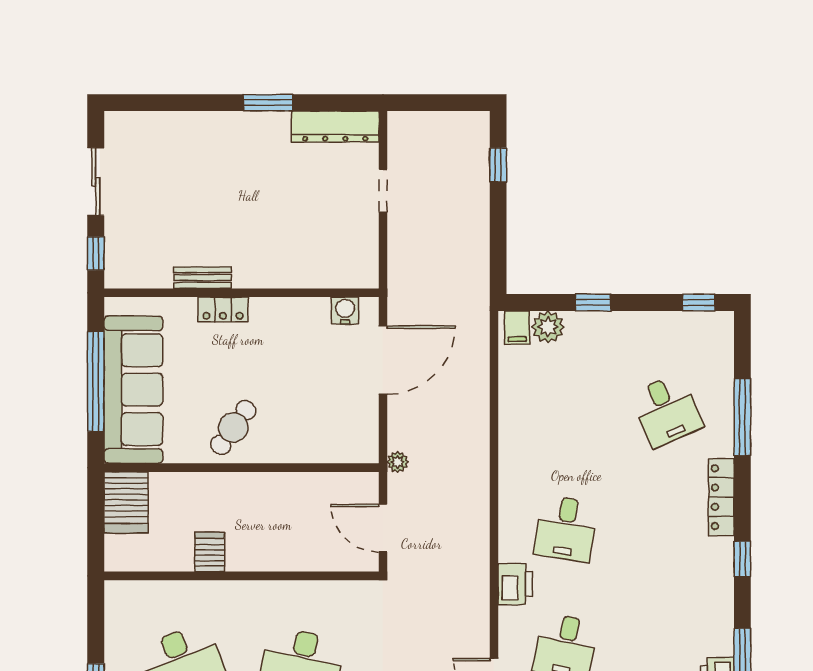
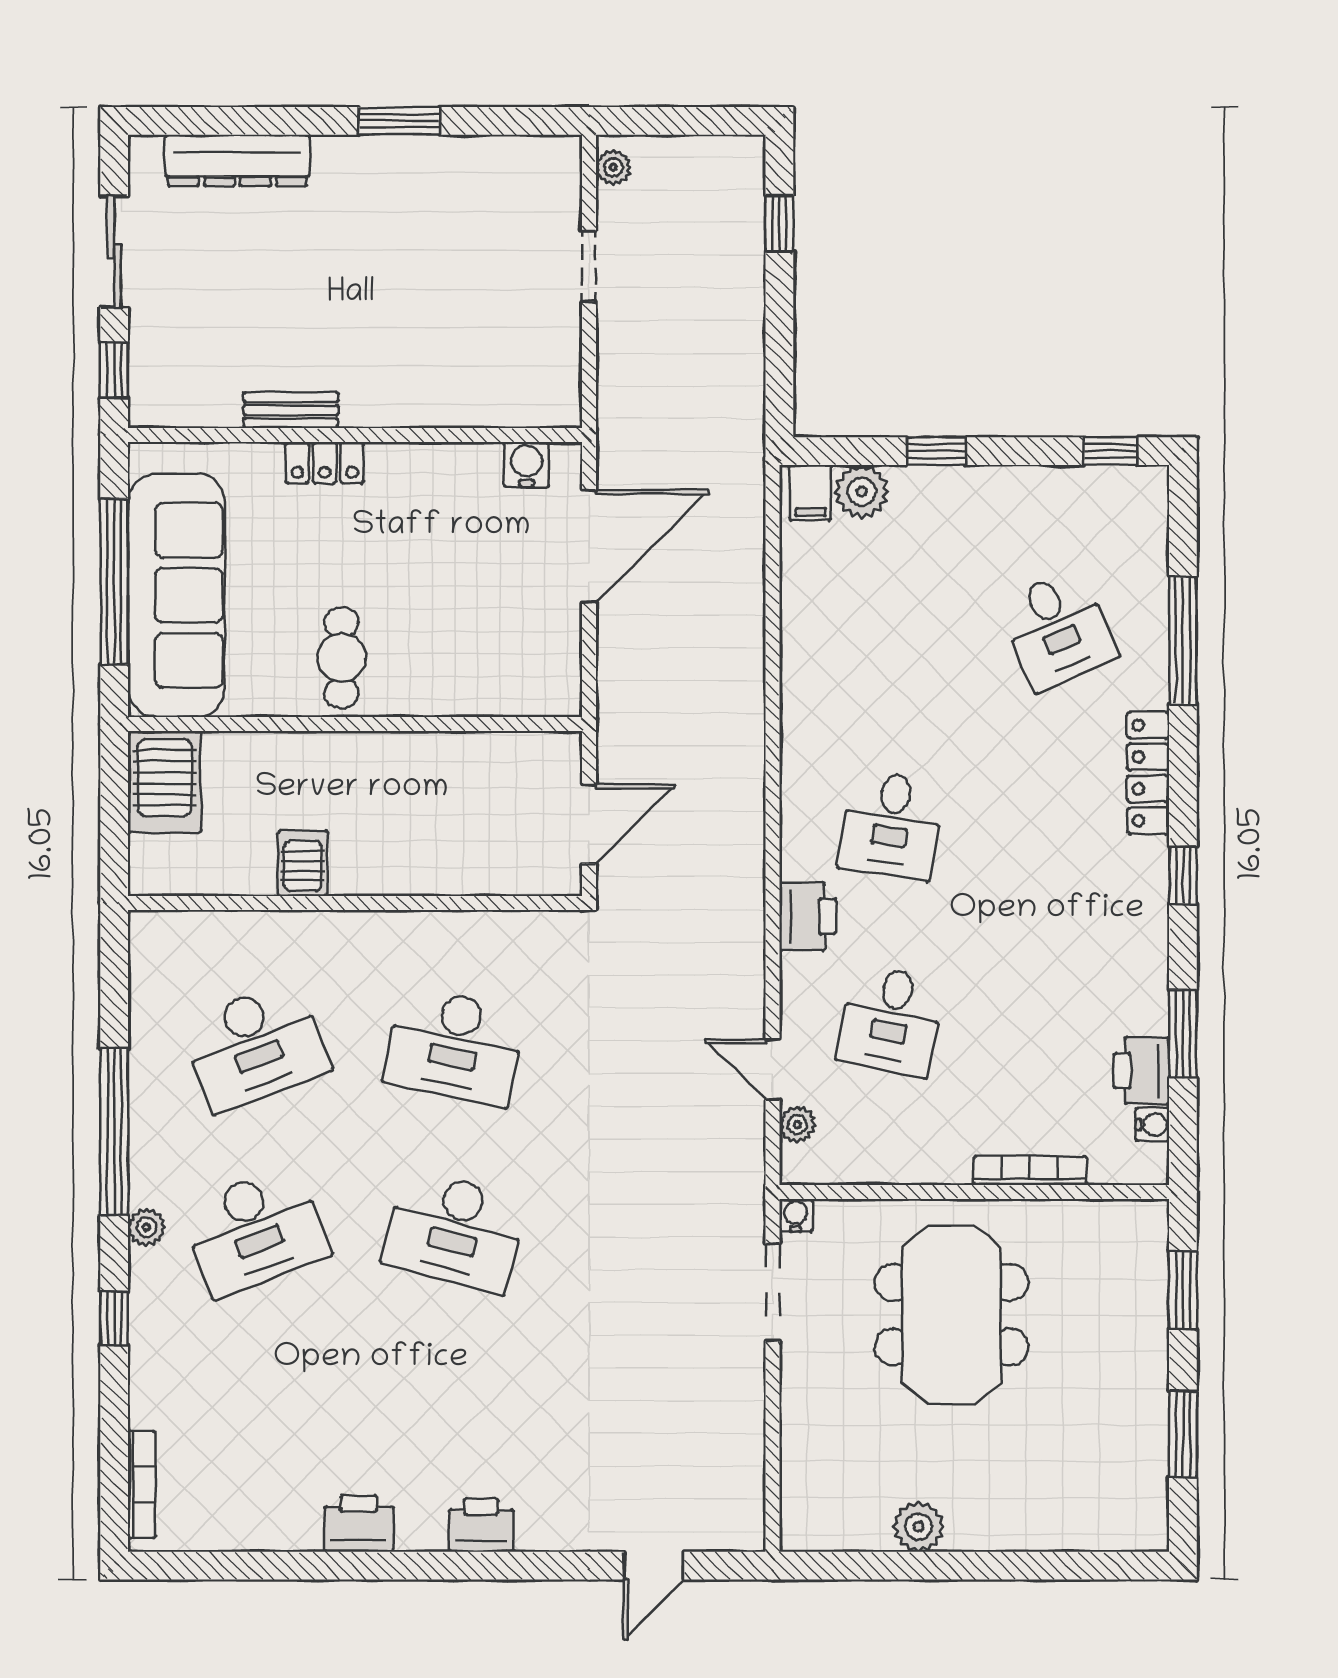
dresser: (335, 127) -> (237, 160), moved
cafe table: (233, 427) -> (342, 658), turned -36
plant: (398, 462) -> (613, 167), moved
door: (383, 528) -> (589, 824), swing flipped

